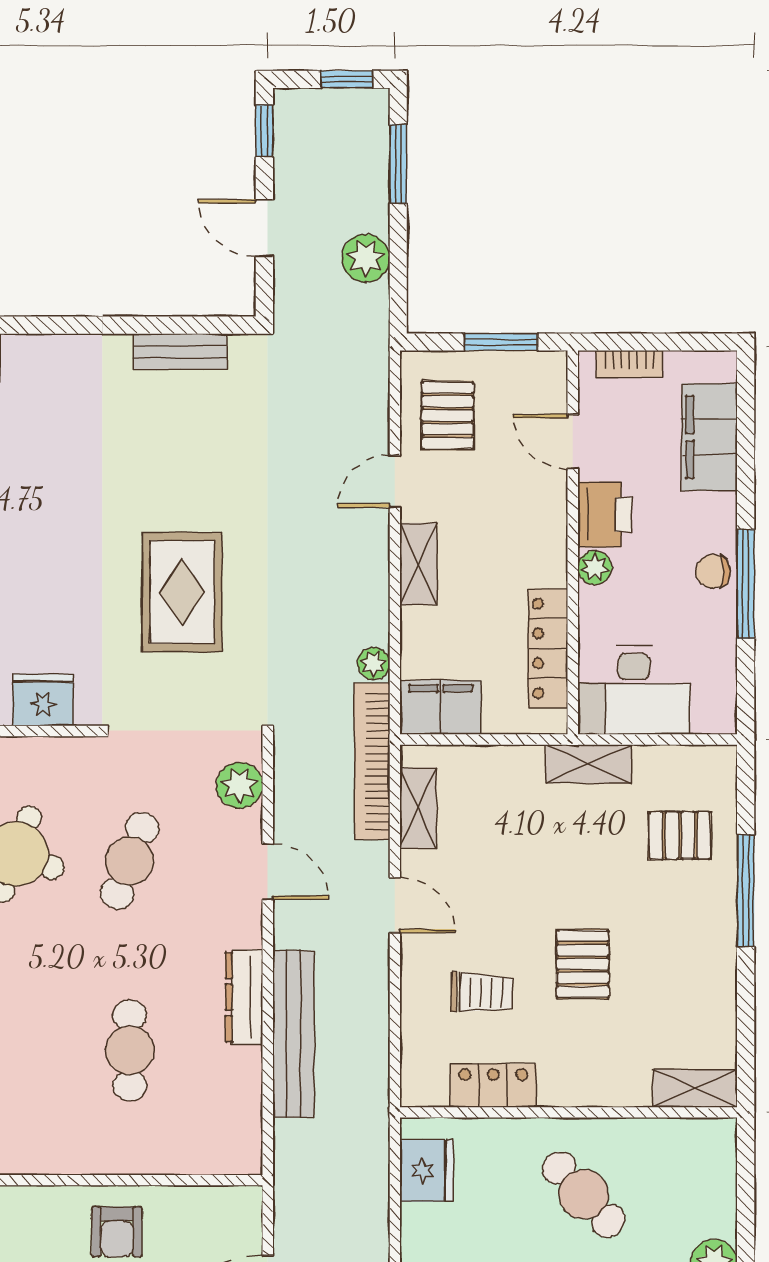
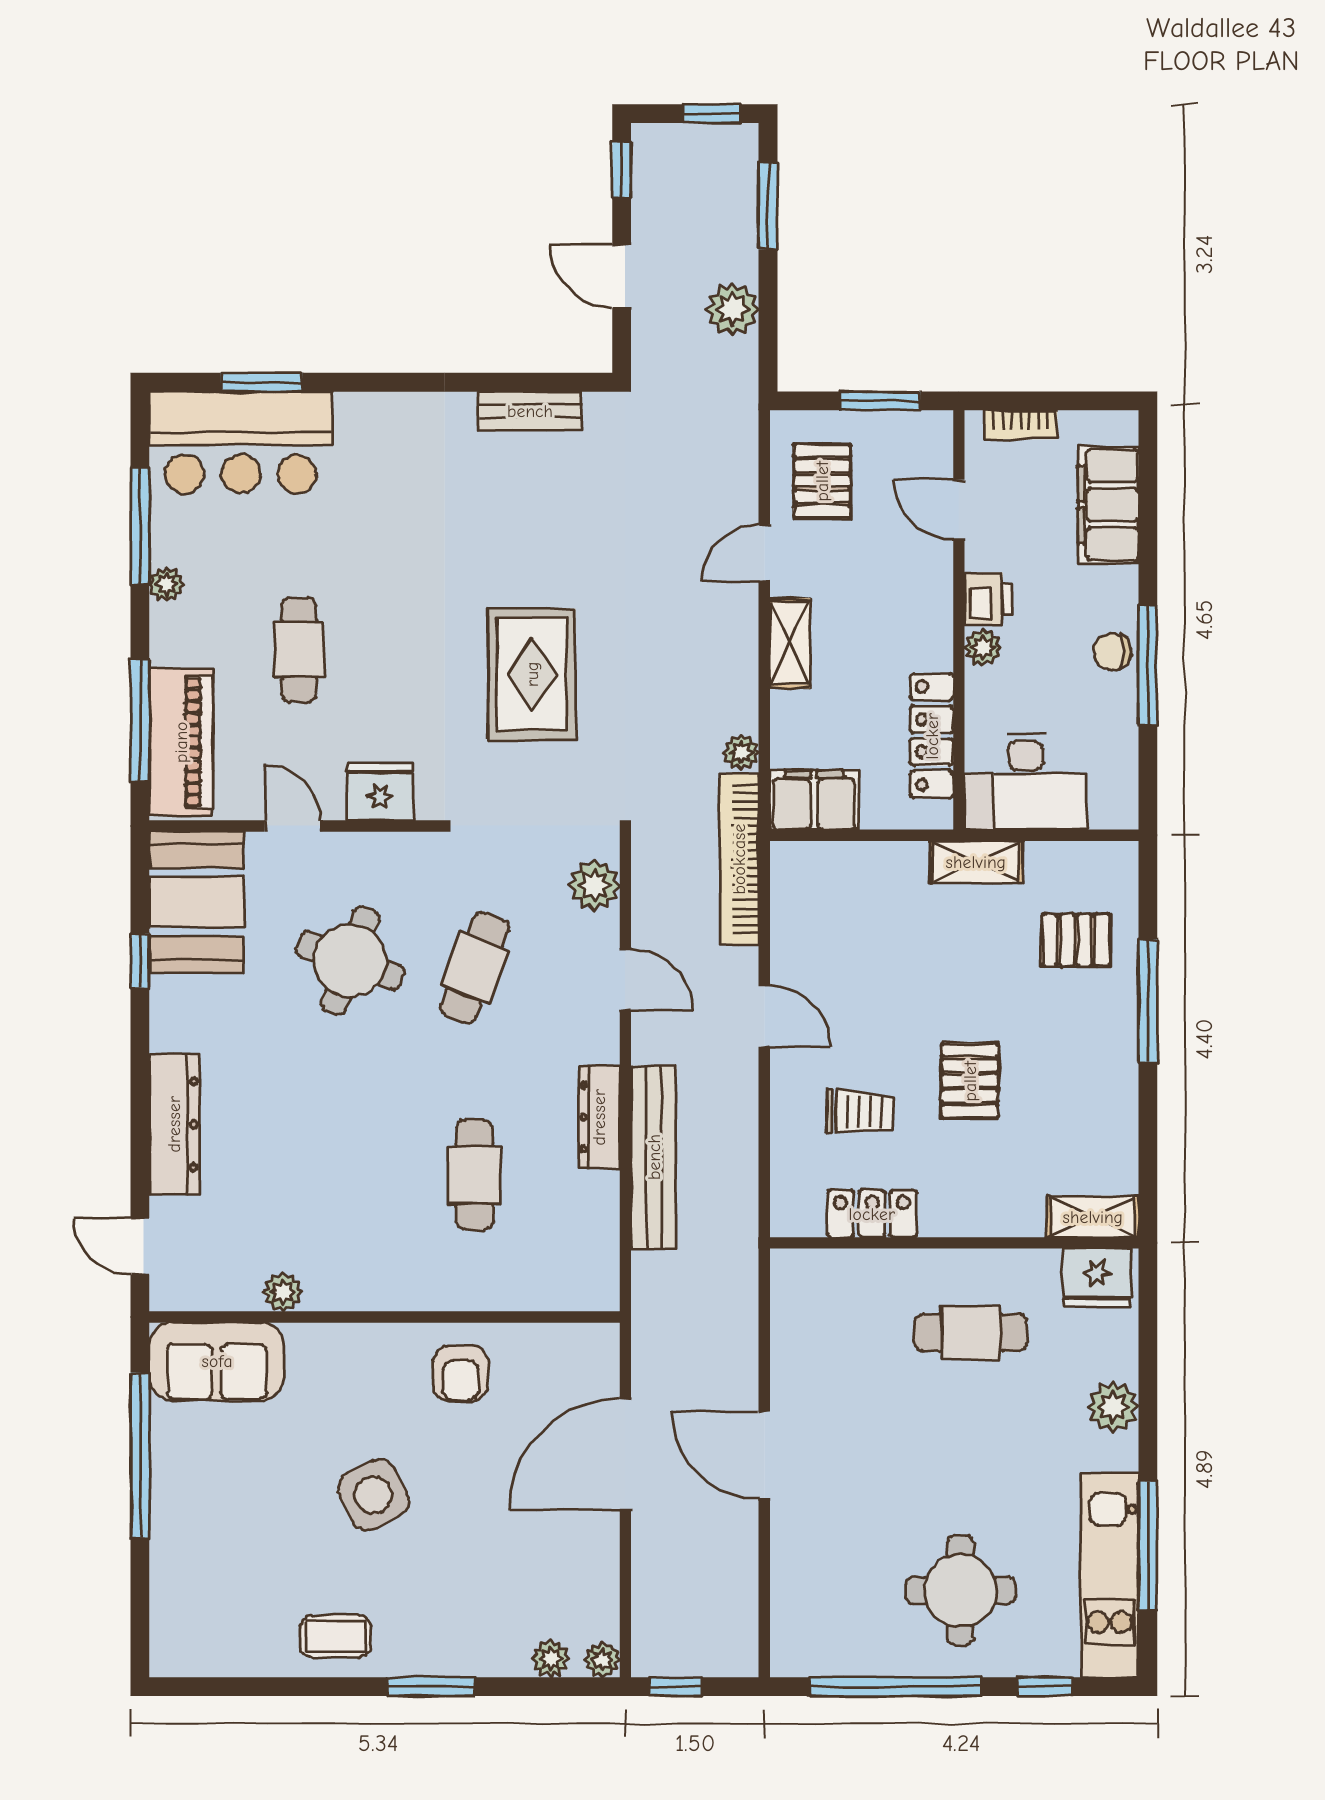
printer: (605, 515) -> (988, 599), width x0.73, depth x0.81
shelving: (418, 808) -> (790, 910), removed
fridge: (427, 1171) -> (1097, 1278), moved, turned 90
cafe table: (584, 1194) -> (971, 1333), turned -47

